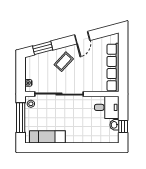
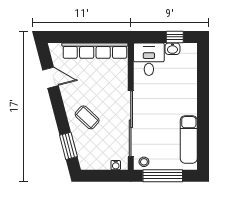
door: (82, 38) -> (51, 78), moved

